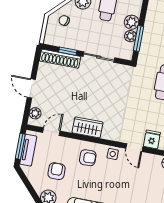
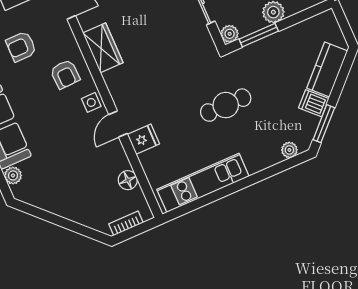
plant: (130, 36) -> (230, 34), moved
armchair: (57, 171) -> (21, 47), turned 180

